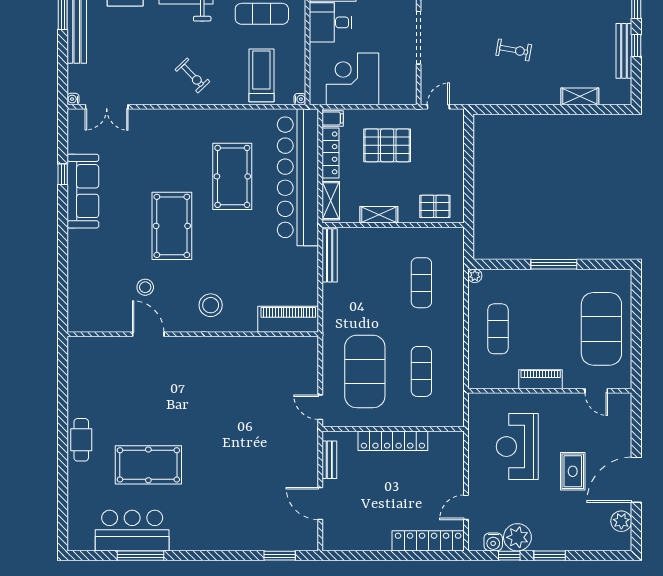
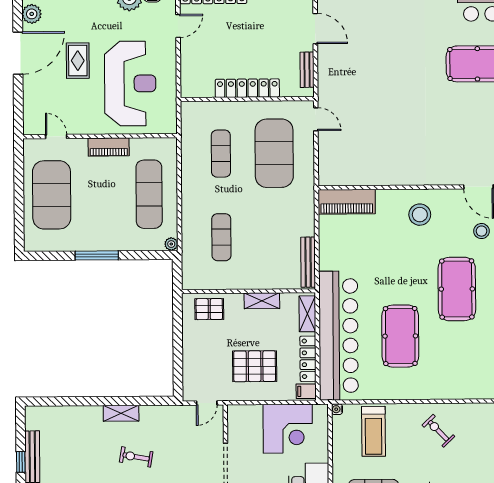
shelving: (580, 96) -> (121, 413), moved
exercise mat: (498, 329) -> (149, 194), width x1.36, depth x1.45
reception desk: (517, 447) -> (130, 84), width x1.36, depth x1.30

